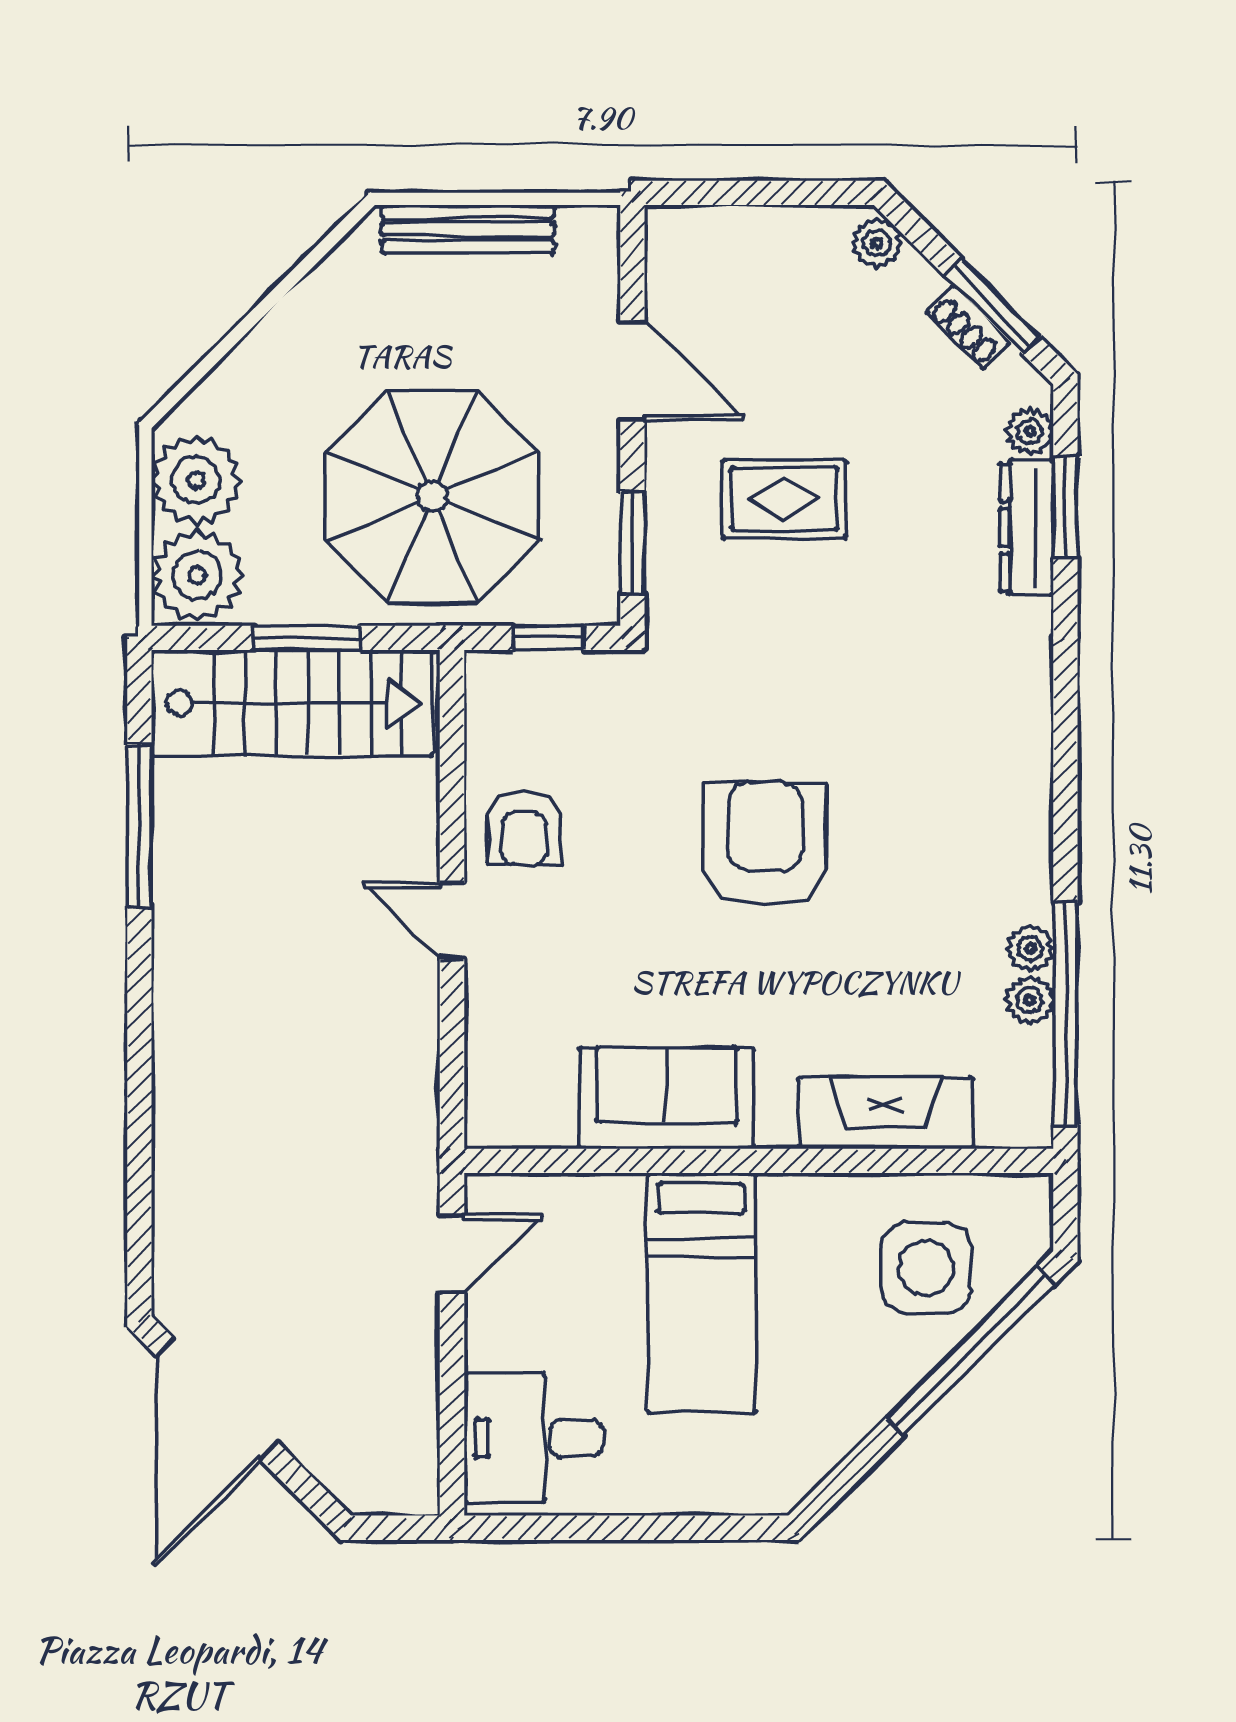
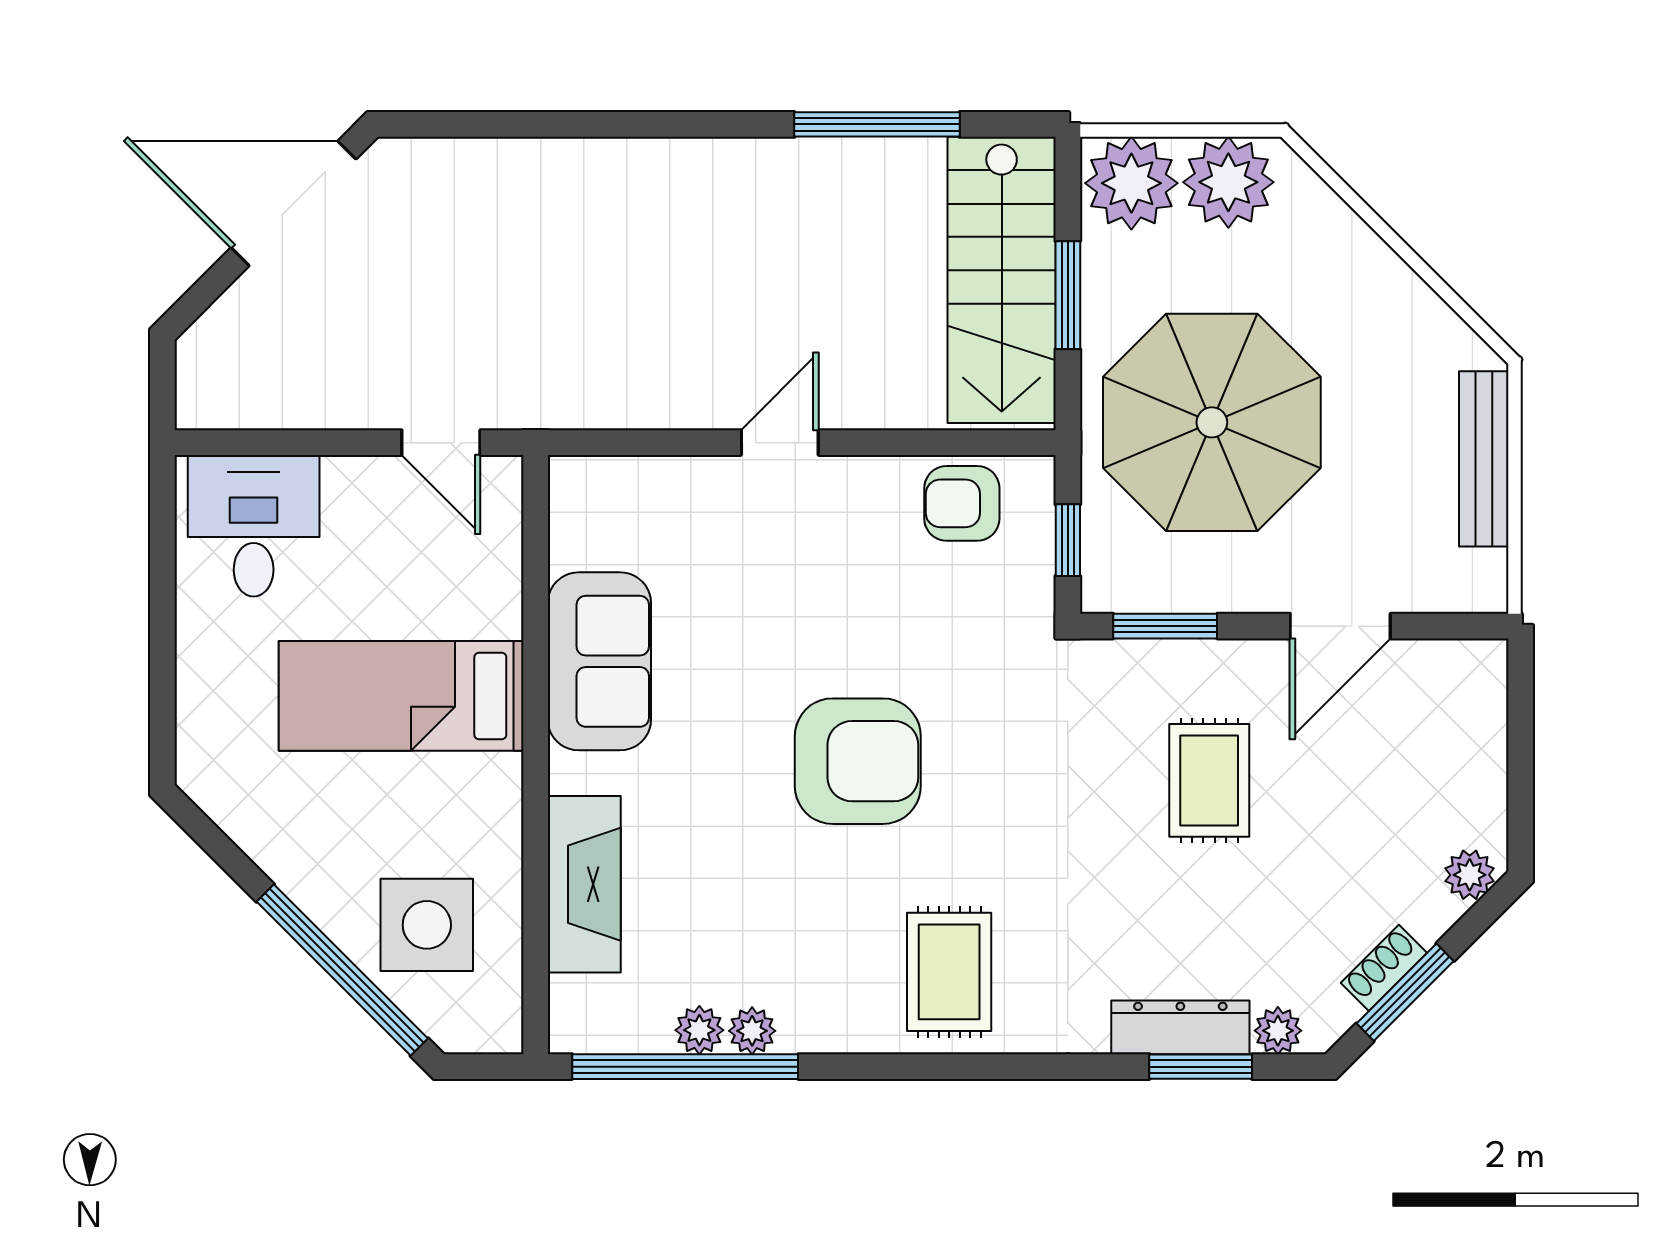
rug: (972, 754) -> (949, 972), added
armchair: (524, 828) -> (962, 503), moved

